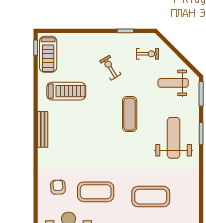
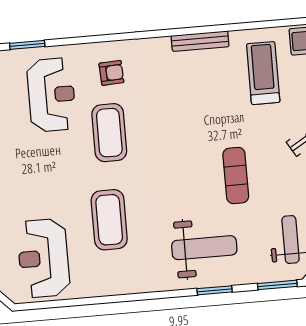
treadmill: (66, 91) -> (263, 73), turned 180
exercise mat: (130, 114) -> (236, 175), turned 90

